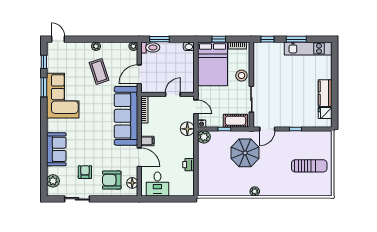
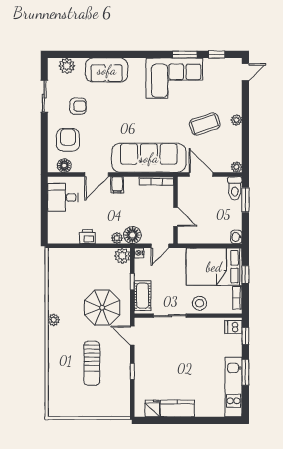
dishwasher: (260, 49) -> (233, 327), added
plant: (190, 141) -> (117, 238), added
sun lounger: (309, 166) -> (92, 363), moved

